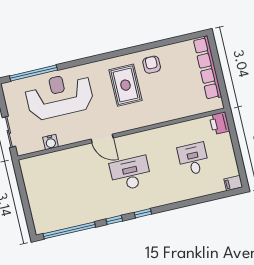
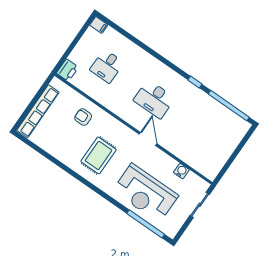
armchair: (152, 65) -> (83, 117), moved, turned 90
window: (143, 213) -> (173, 67), removed

